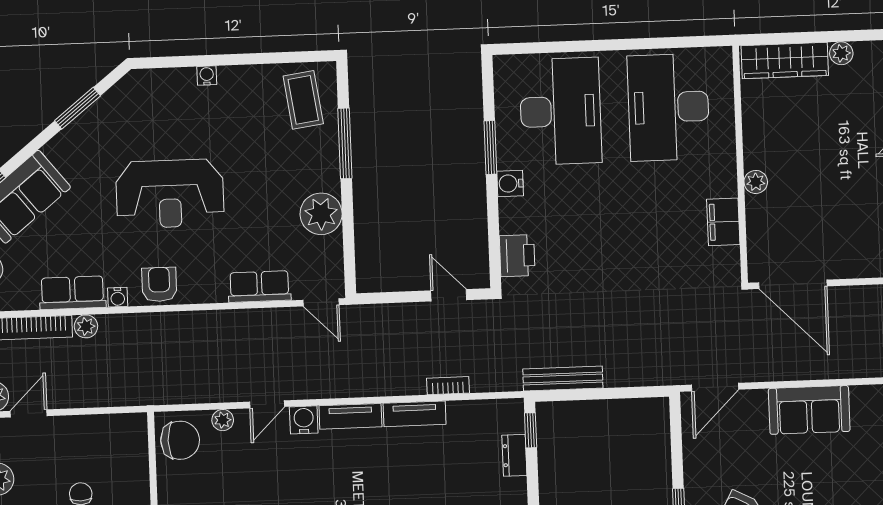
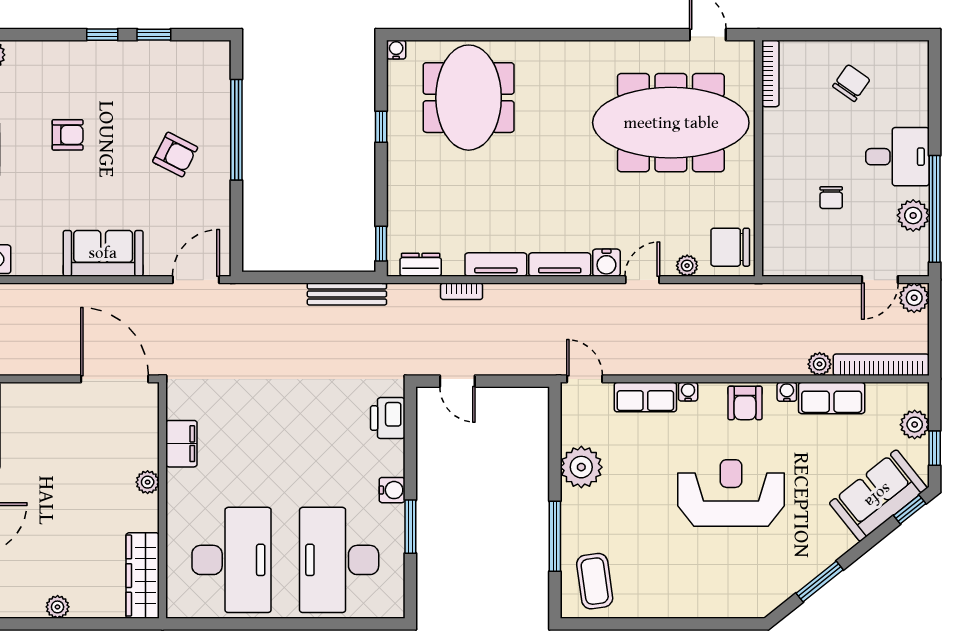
wardrobe: (785, 61) -> (143, 576), moved, turned -90
water cooler: (207, 76) -> (688, 392), moved, turned 180
dresser: (514, 455) -> (421, 265), moved, turned -90

